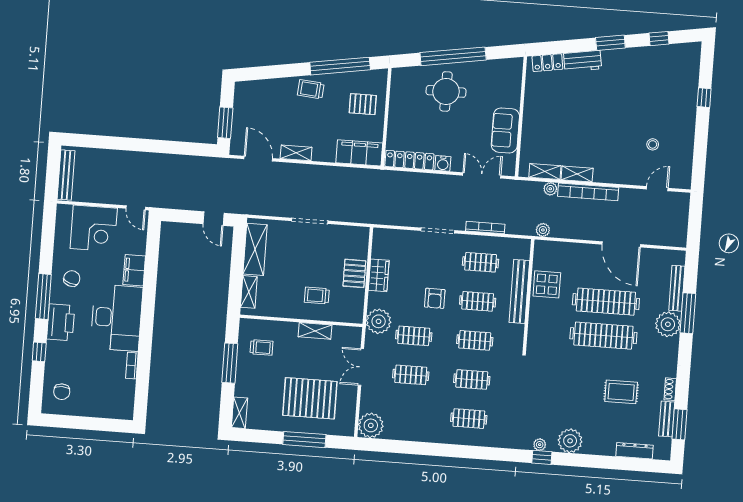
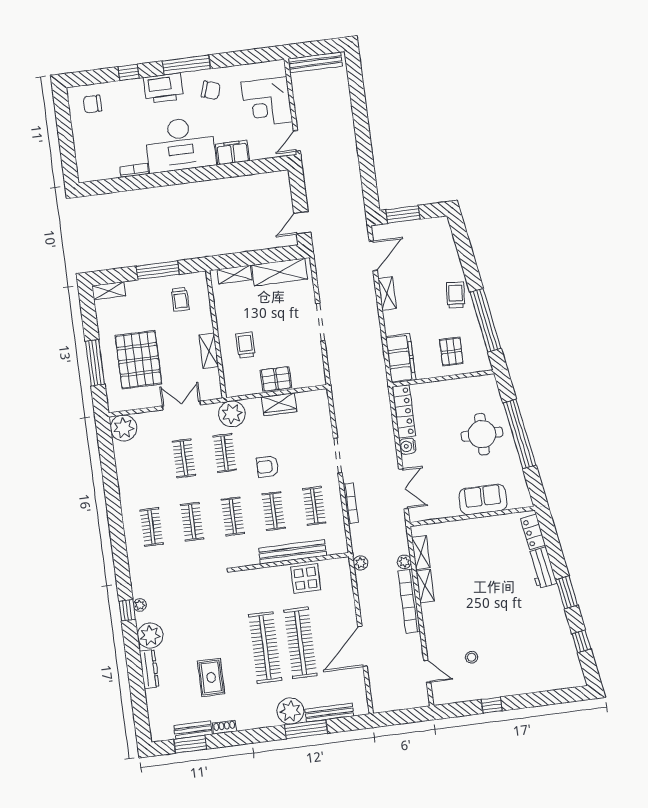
window: (704, 98) -> (492, 705), moved
sofa: (505, 130) -> (483, 500), moved
dresser: (635, 451) -> (149, 669), moved

